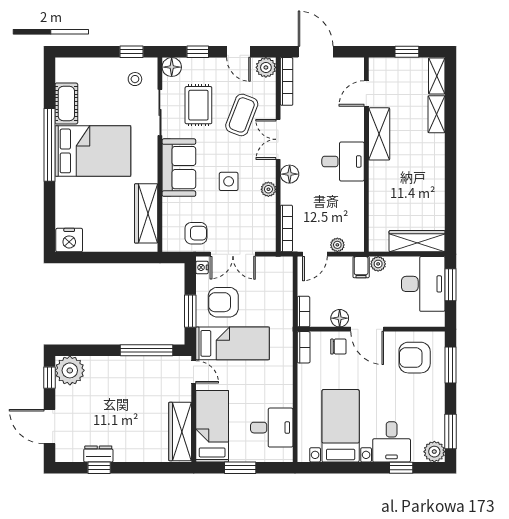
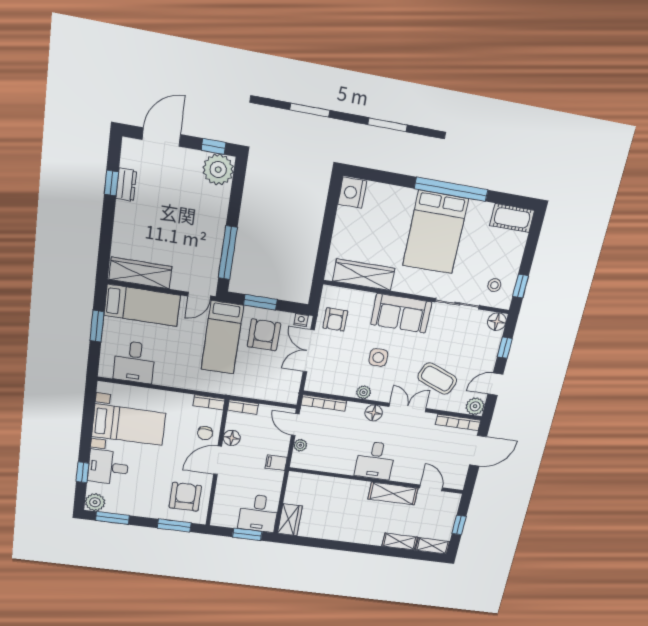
cot: (66, 103) -> (512, 218), moved
rug: (198, 105) -> (456, 341), removed
wardrobe: (417, 241) -> (290, 520), width x0.67
plant: (378, 264) -> (277, 477), removed
desk: (423, 284) -> (258, 513), width x0.73

